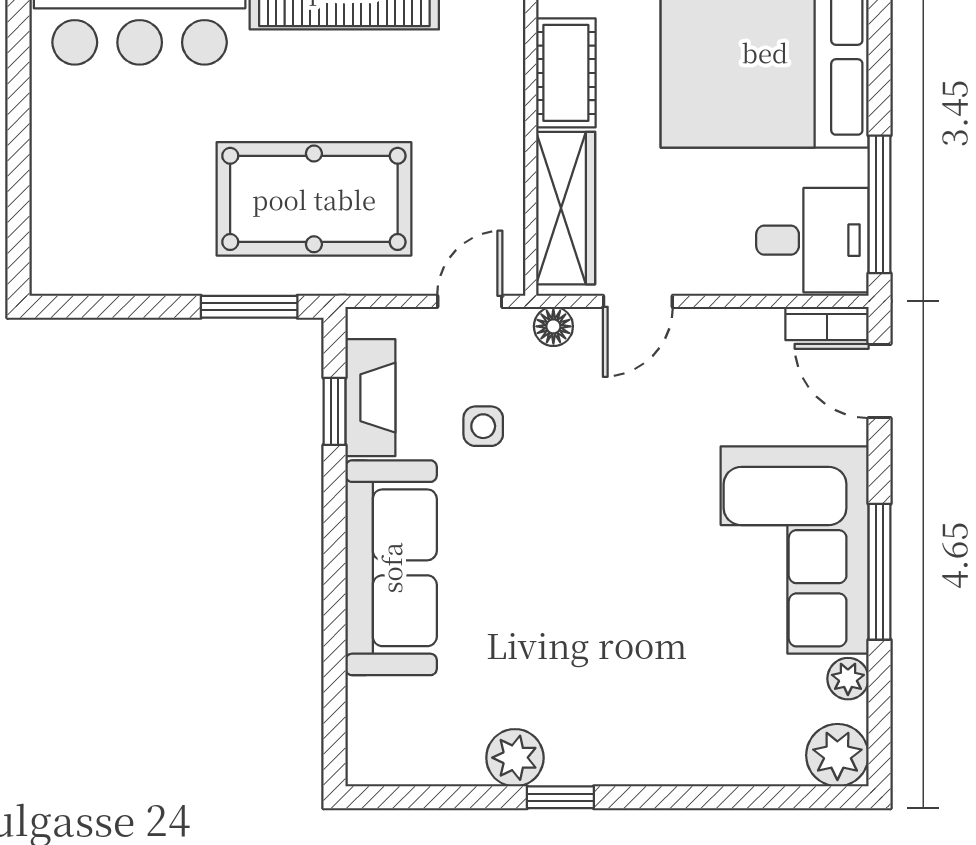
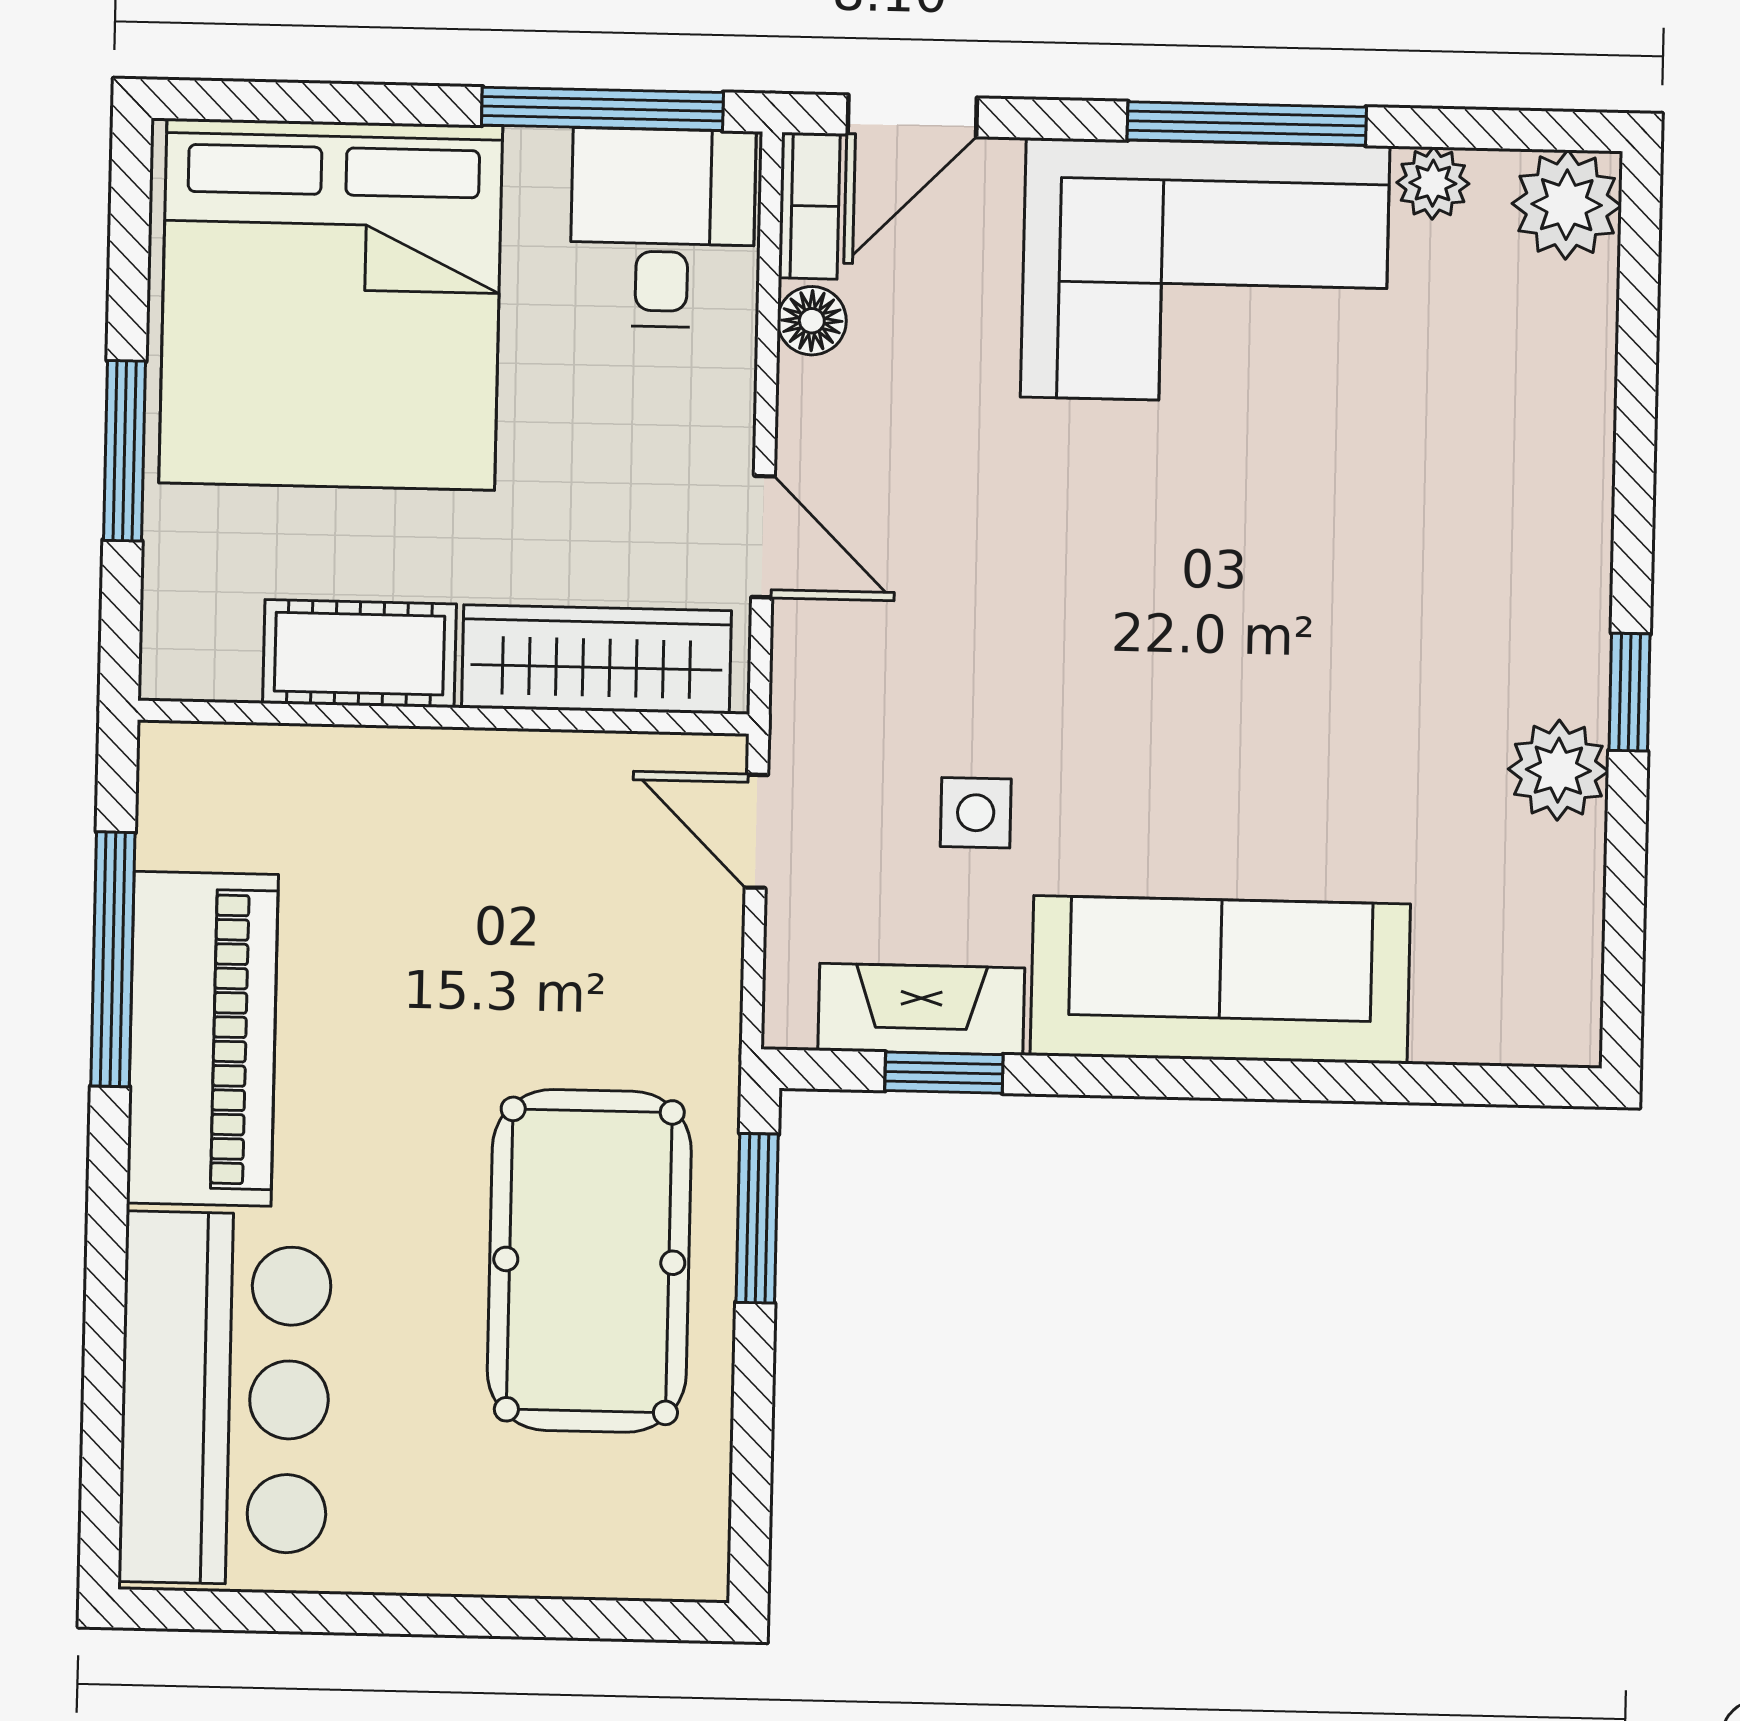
pool table: (314, 199) -> (589, 1261), moved
floor lamp: (553, 326) -> (812, 321), moved

